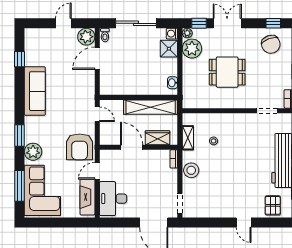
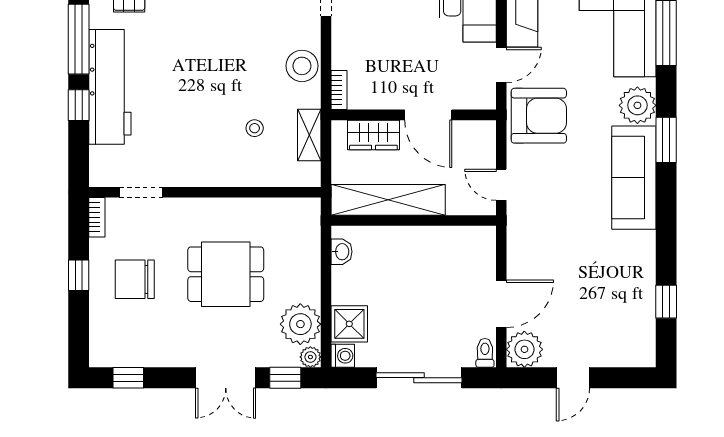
chair: (271, 44) -> (135, 279), moved, turned -69
sofa: (35, 91) -> (634, 178), moved
armchair: (80, 147) -> (539, 116), turned 90

